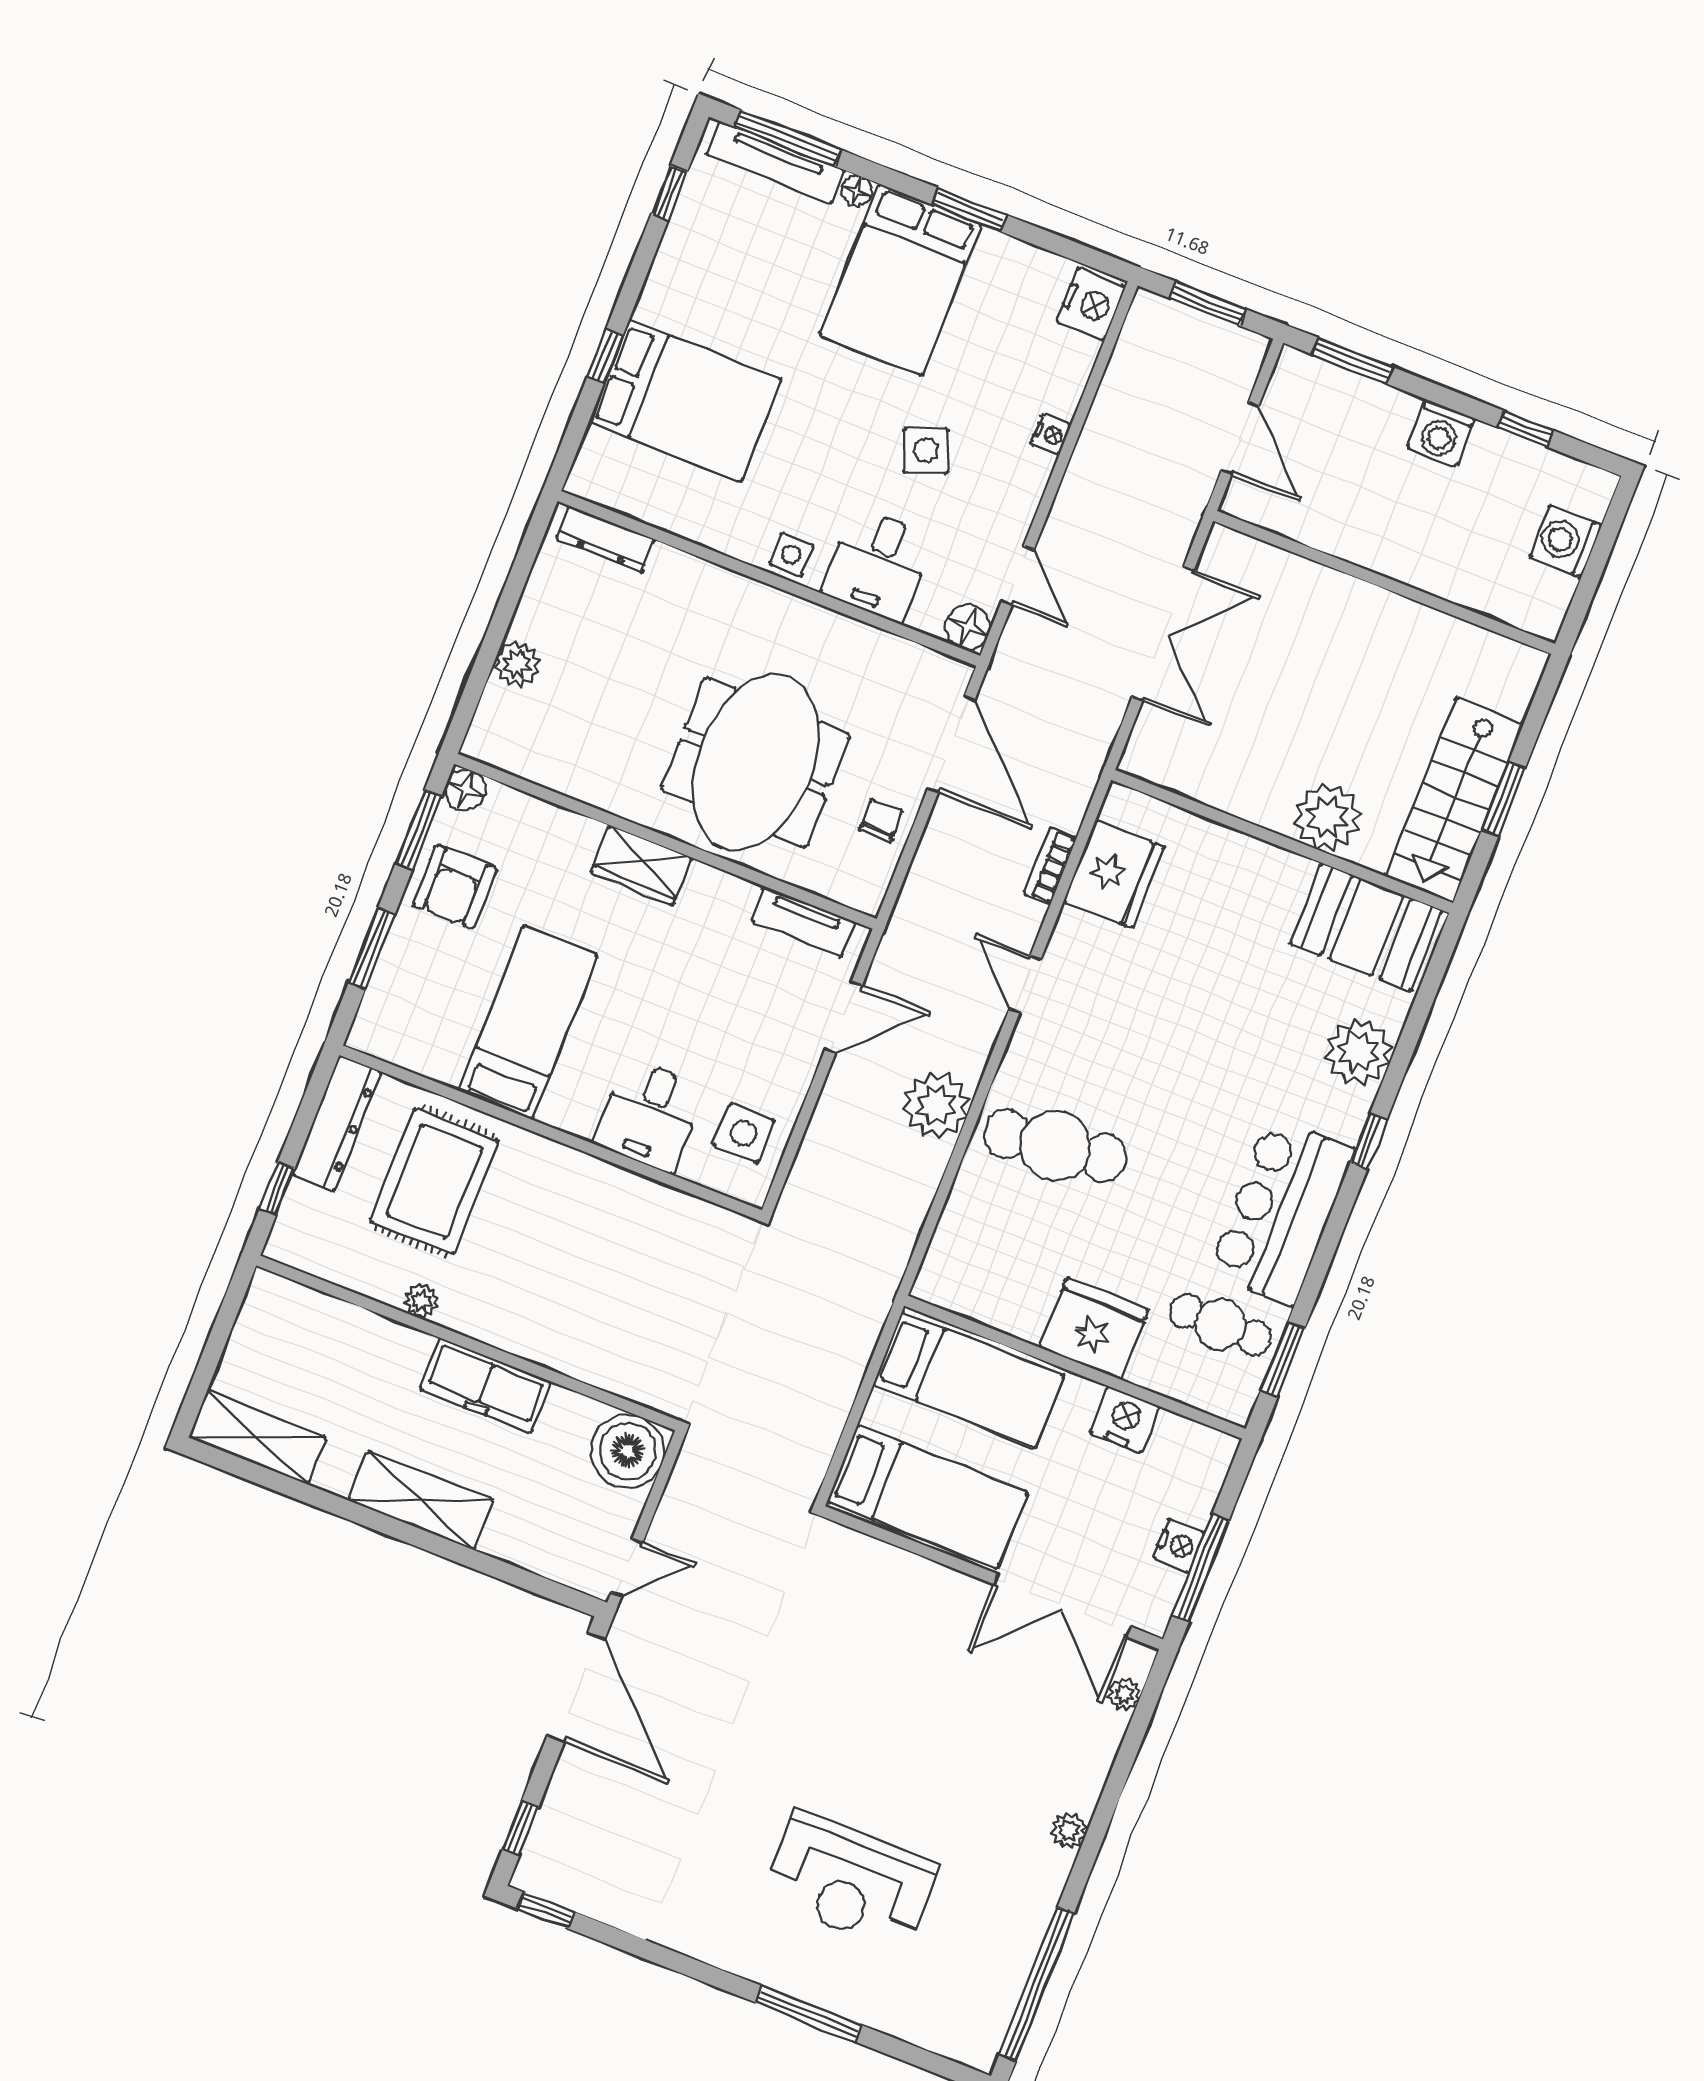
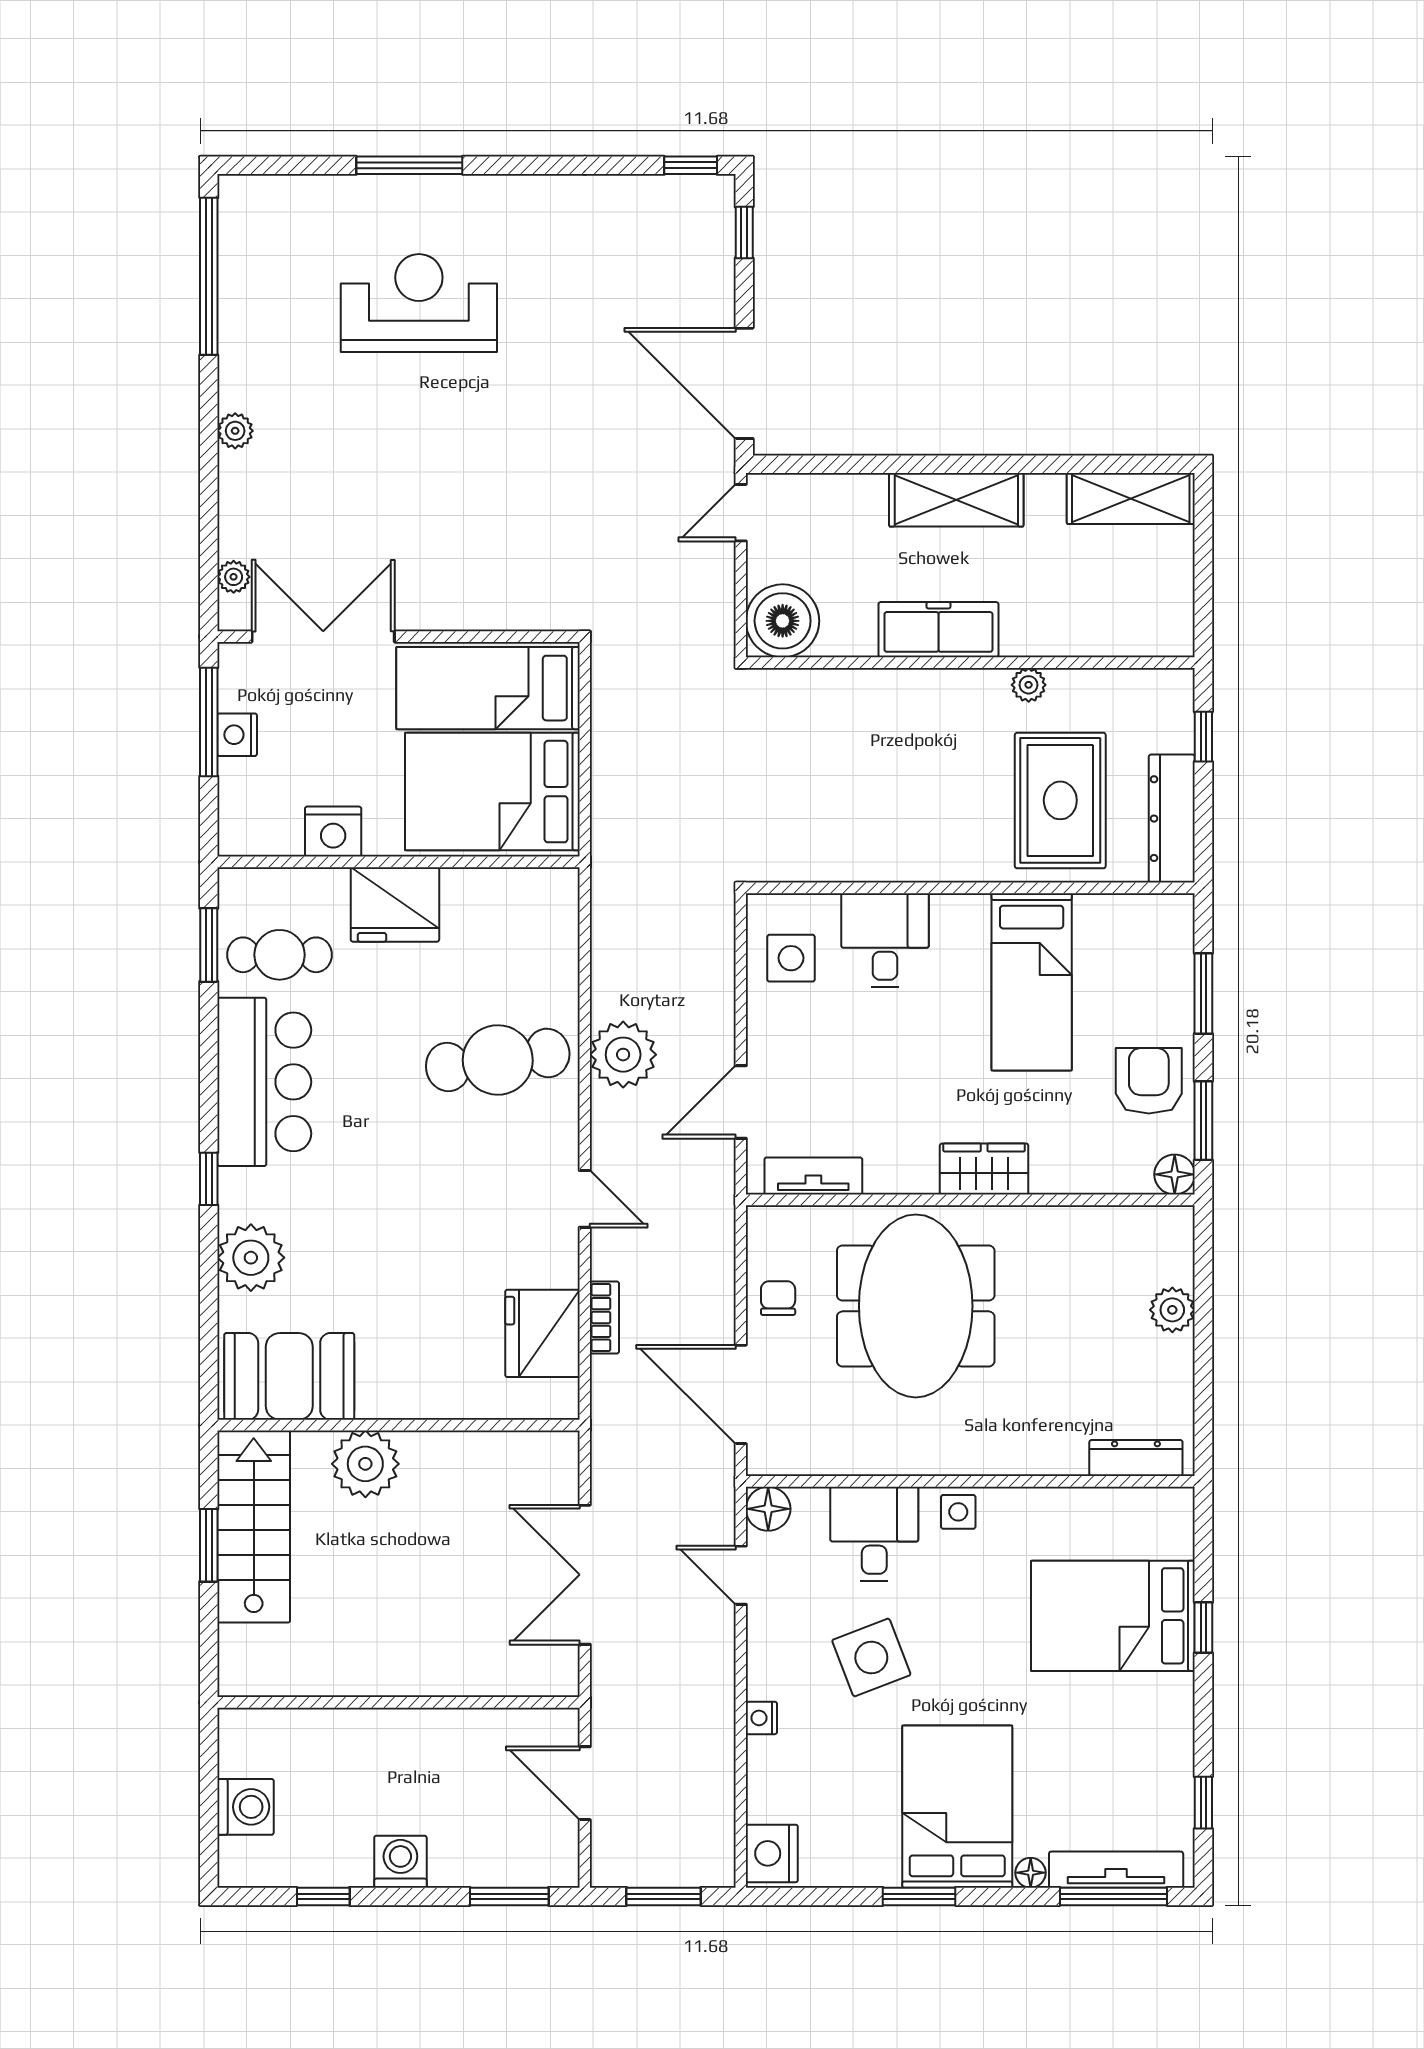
side table: (926, 450) -> (871, 1657), width x1.37, depth x1.37
chair: (881, 820) -> (778, 1298), turned 180
bed: (969, 1380) -> (492, 792), width x1.50

